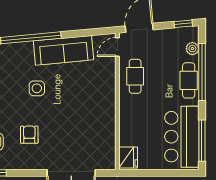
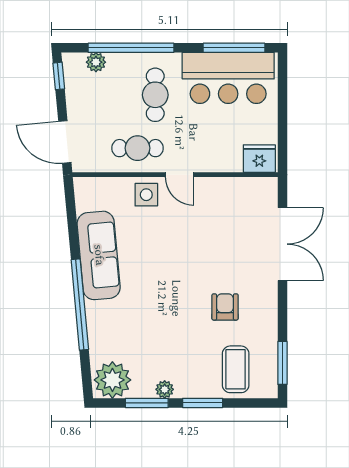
door: (117, 47) -> (180, 175), moved
cafe table: (189, 80) -> (155, 95), moved, turned 90
side table: (37, 88) -> (146, 195), moved
armchair: (29, 135) -> (225, 307), turned 90

